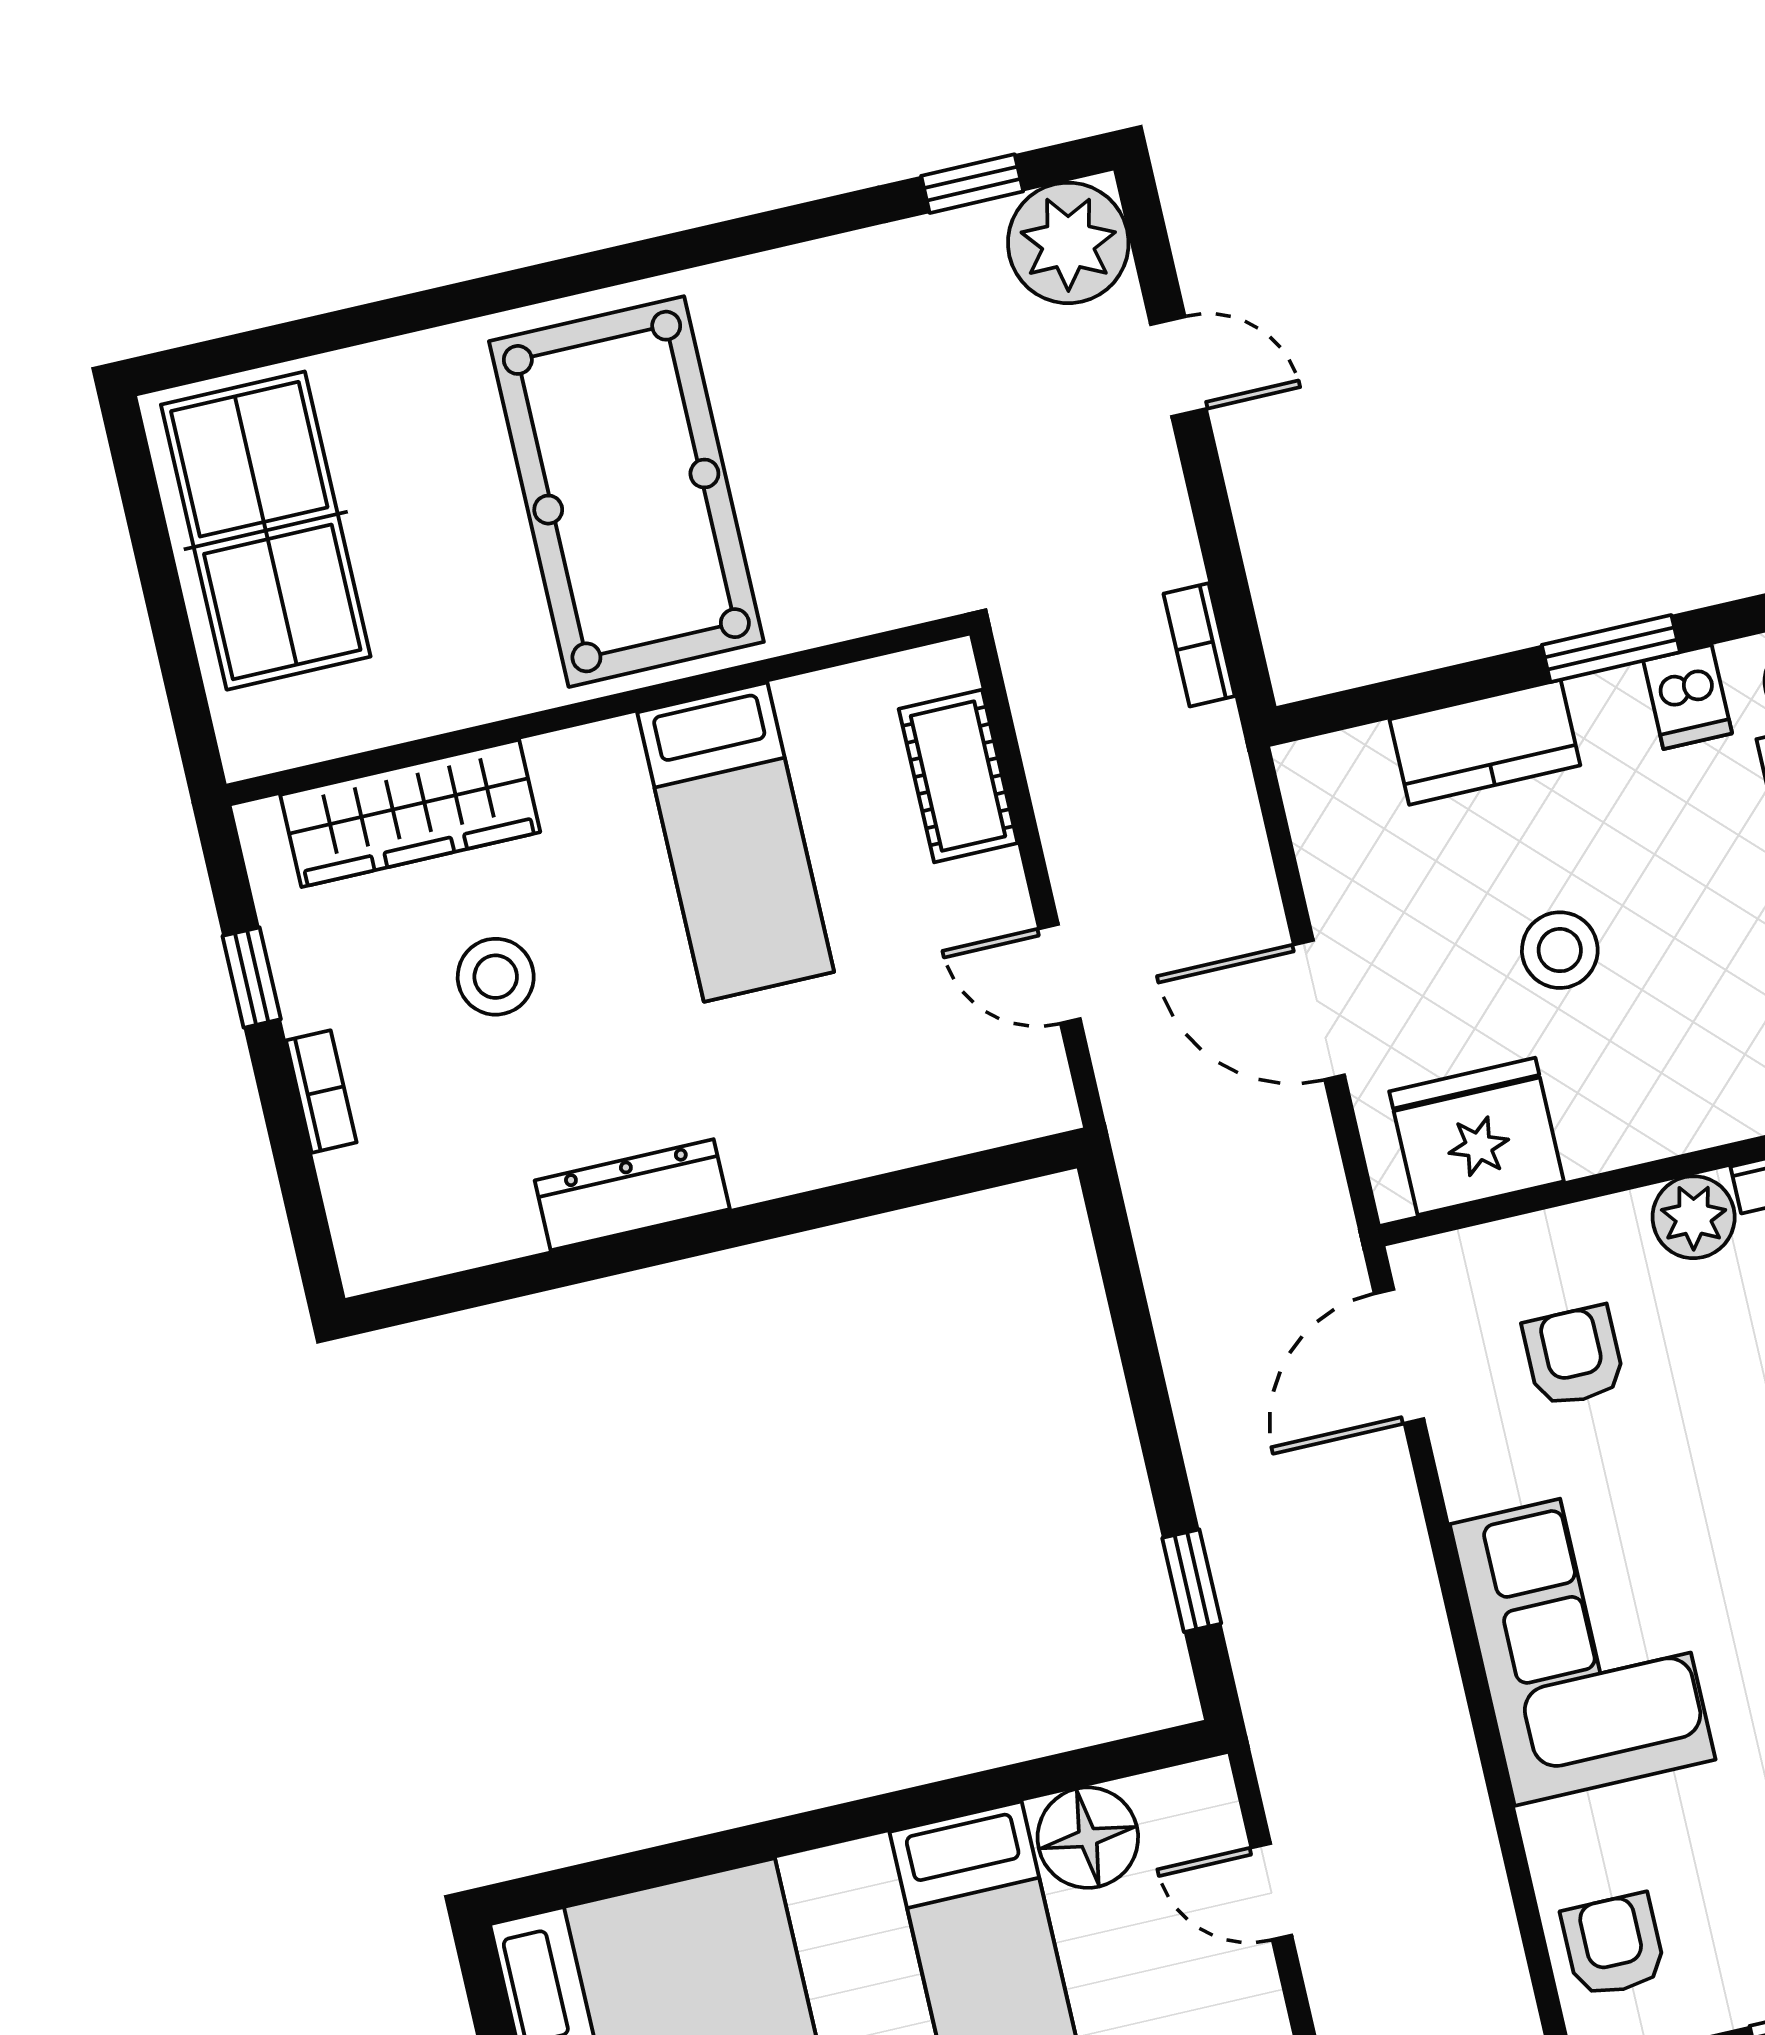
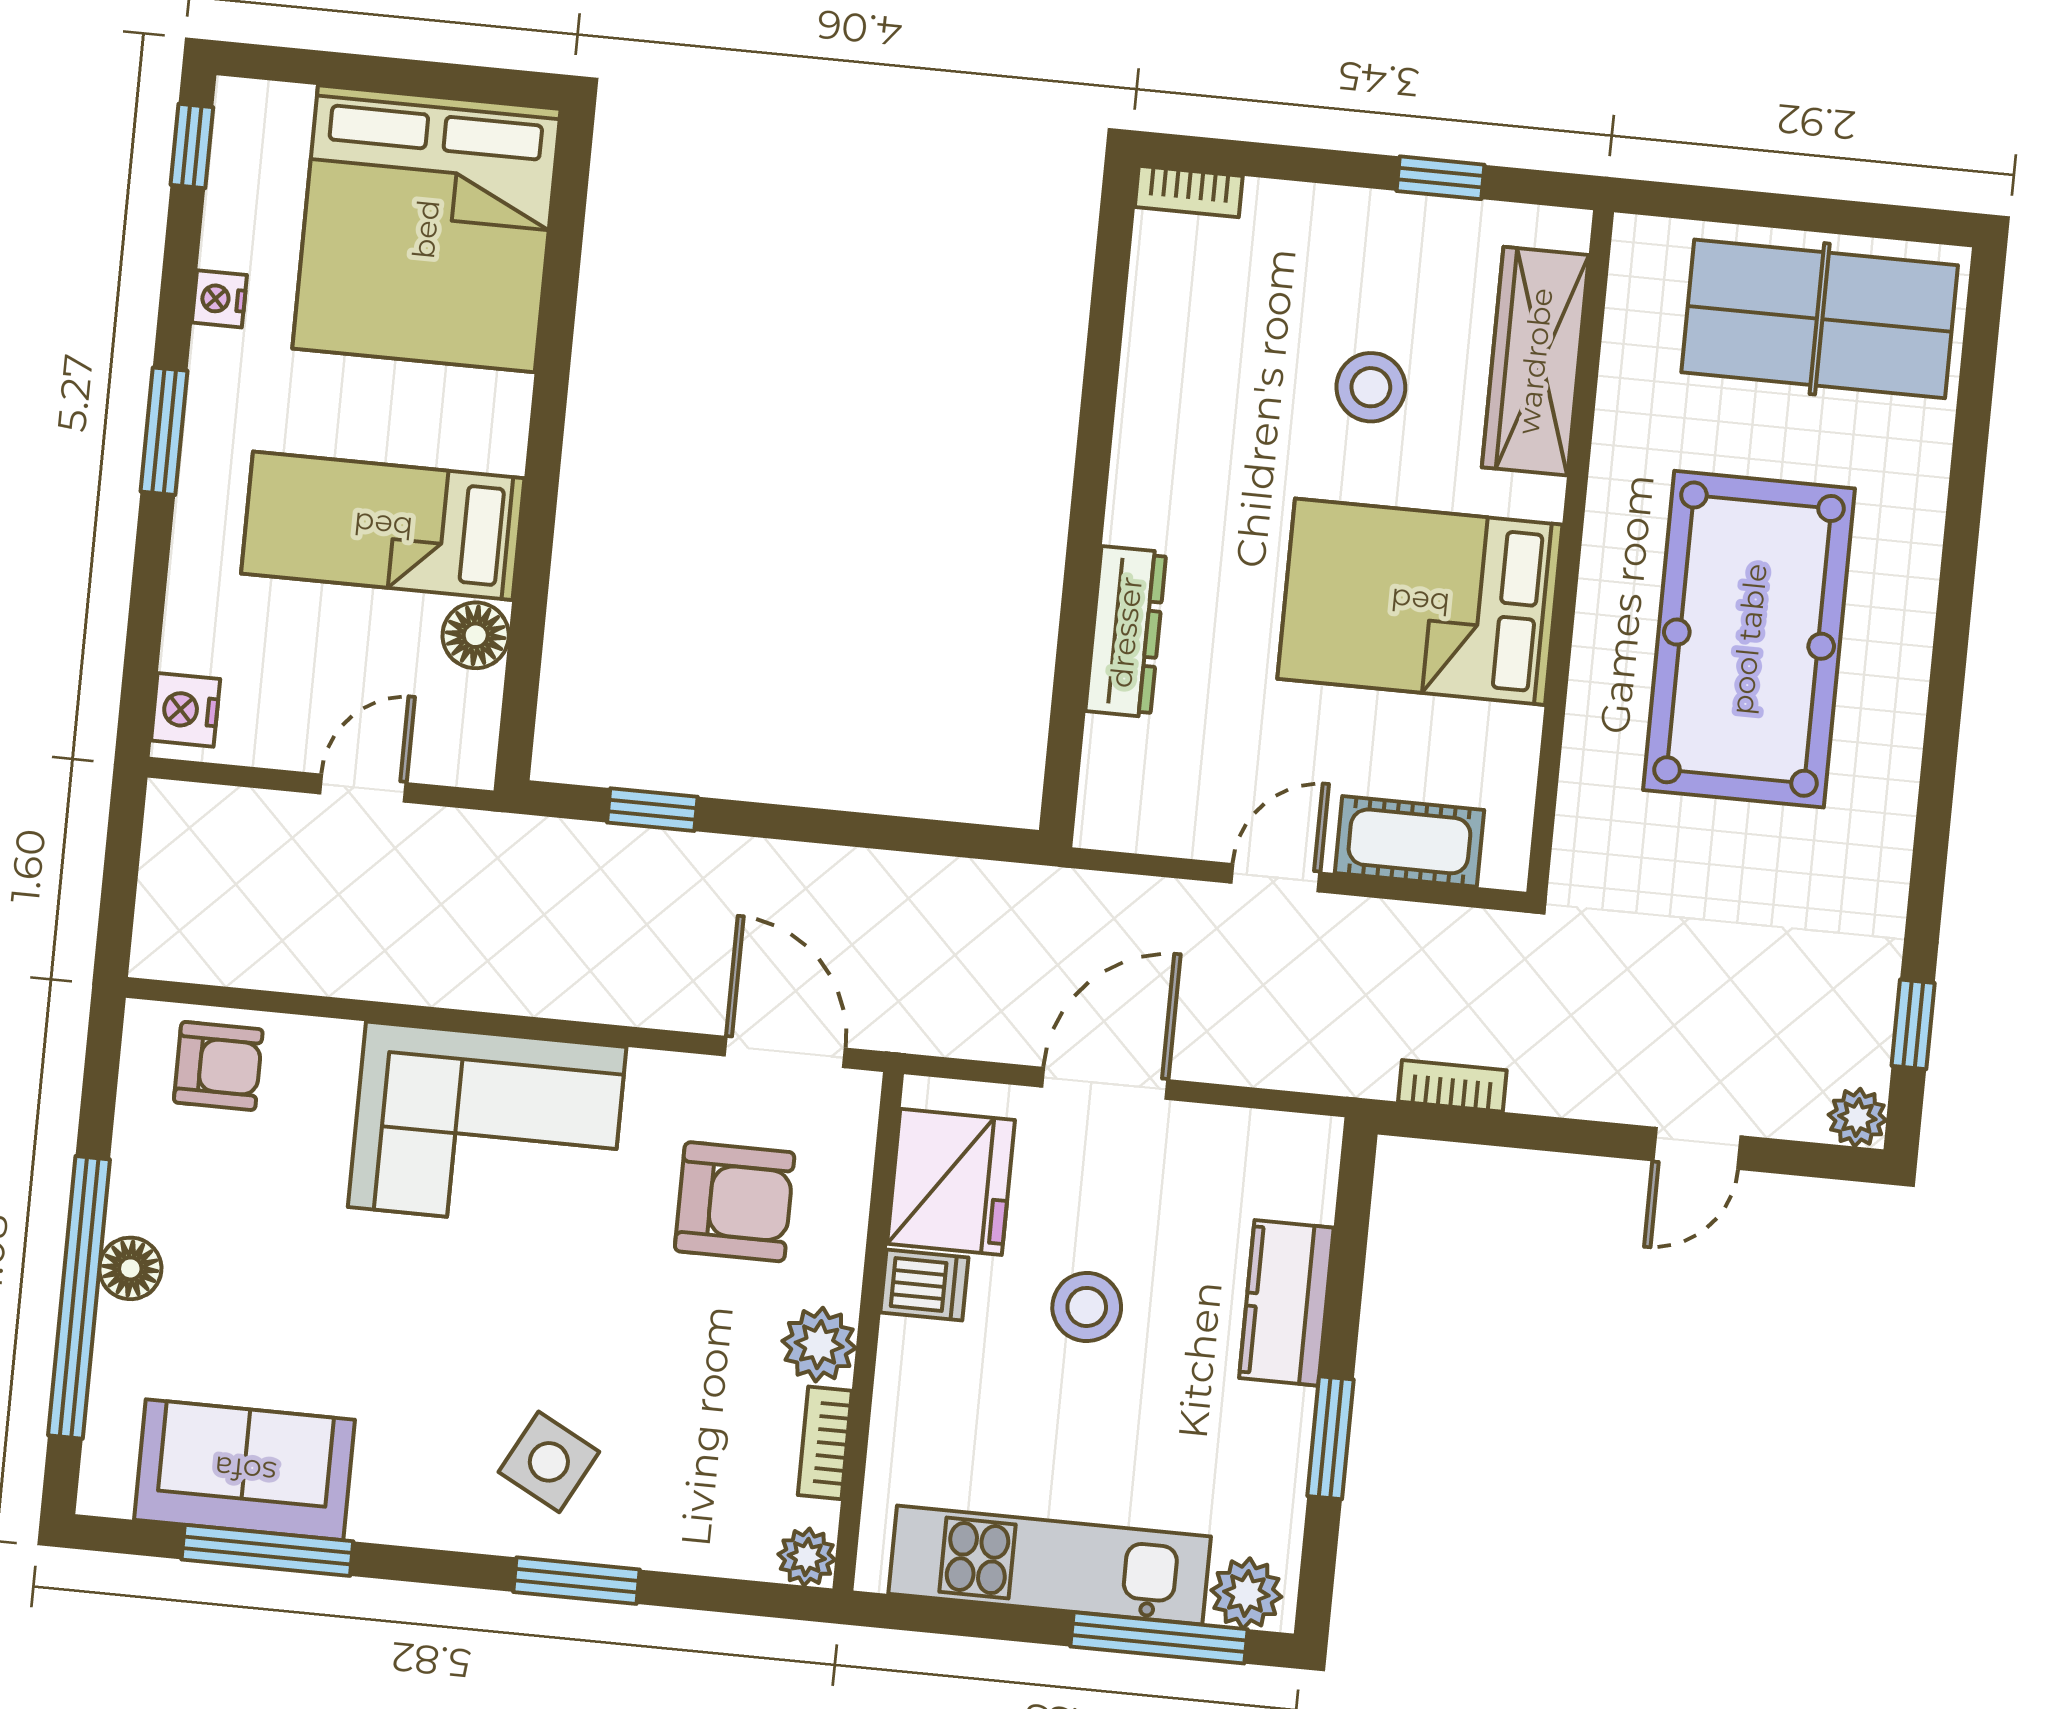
plant: (1068, 243) -> (1857, 1117), width x0.53, depth x0.53
pool table: (626, 492) -> (1749, 639), turned 90
dishwasher: (1688, 697) -> (924, 1285), moved, turned 180
bed: (736, 842) -> (1420, 602), width x1.50
door: (1059, 974) -> (1276, 878), moved
bookcase: (321, 1091) -> (1189, 191), moved
dresser: (632, 1195) -> (1126, 632), moved
armchair: (1574, 1356) -> (735, 1202), width x1.38, depth x1.38
floor lamp: (1088, 1838) -> (476, 635), width x0.73, depth x0.73

